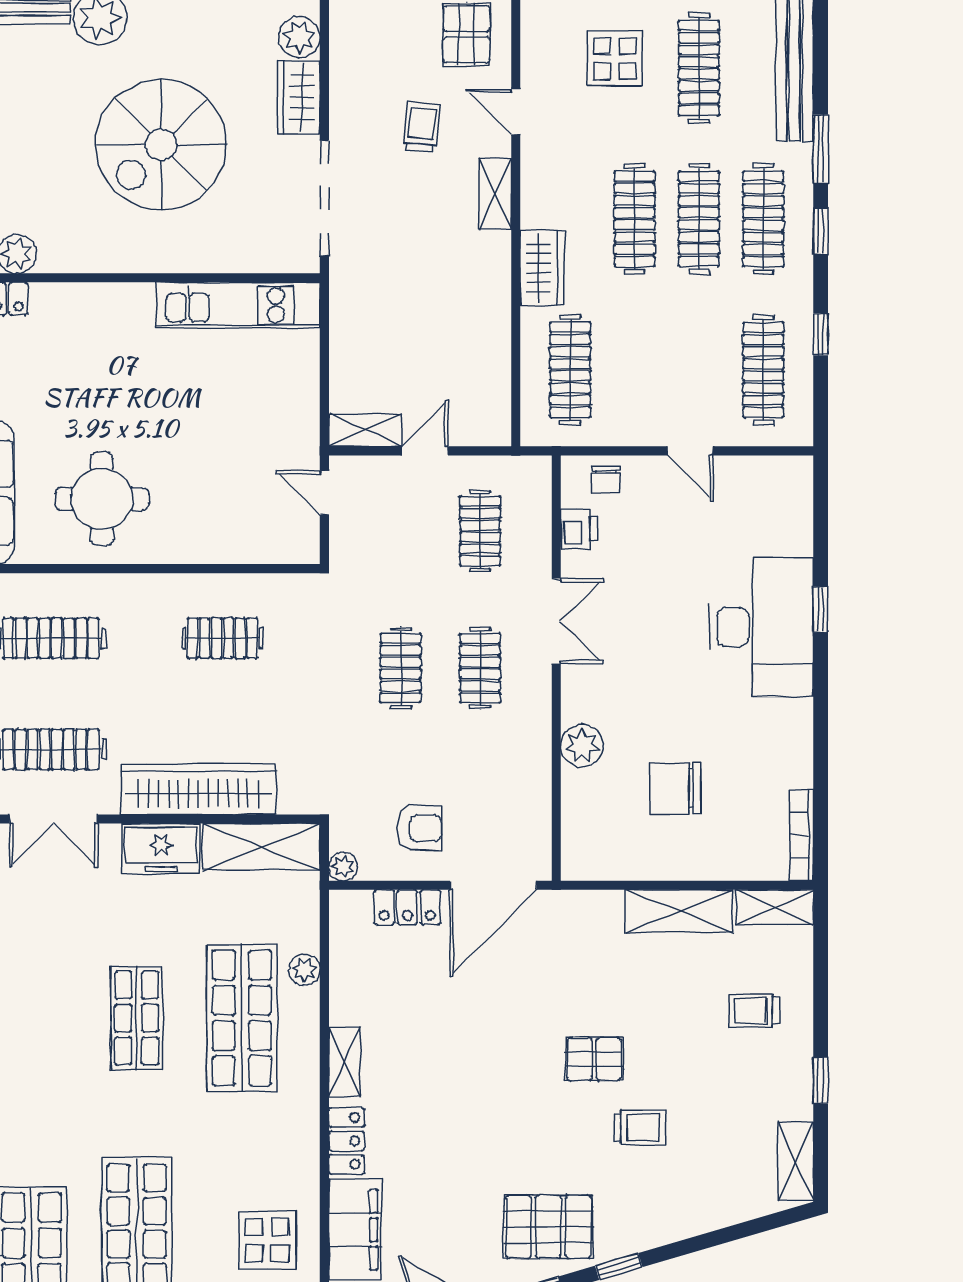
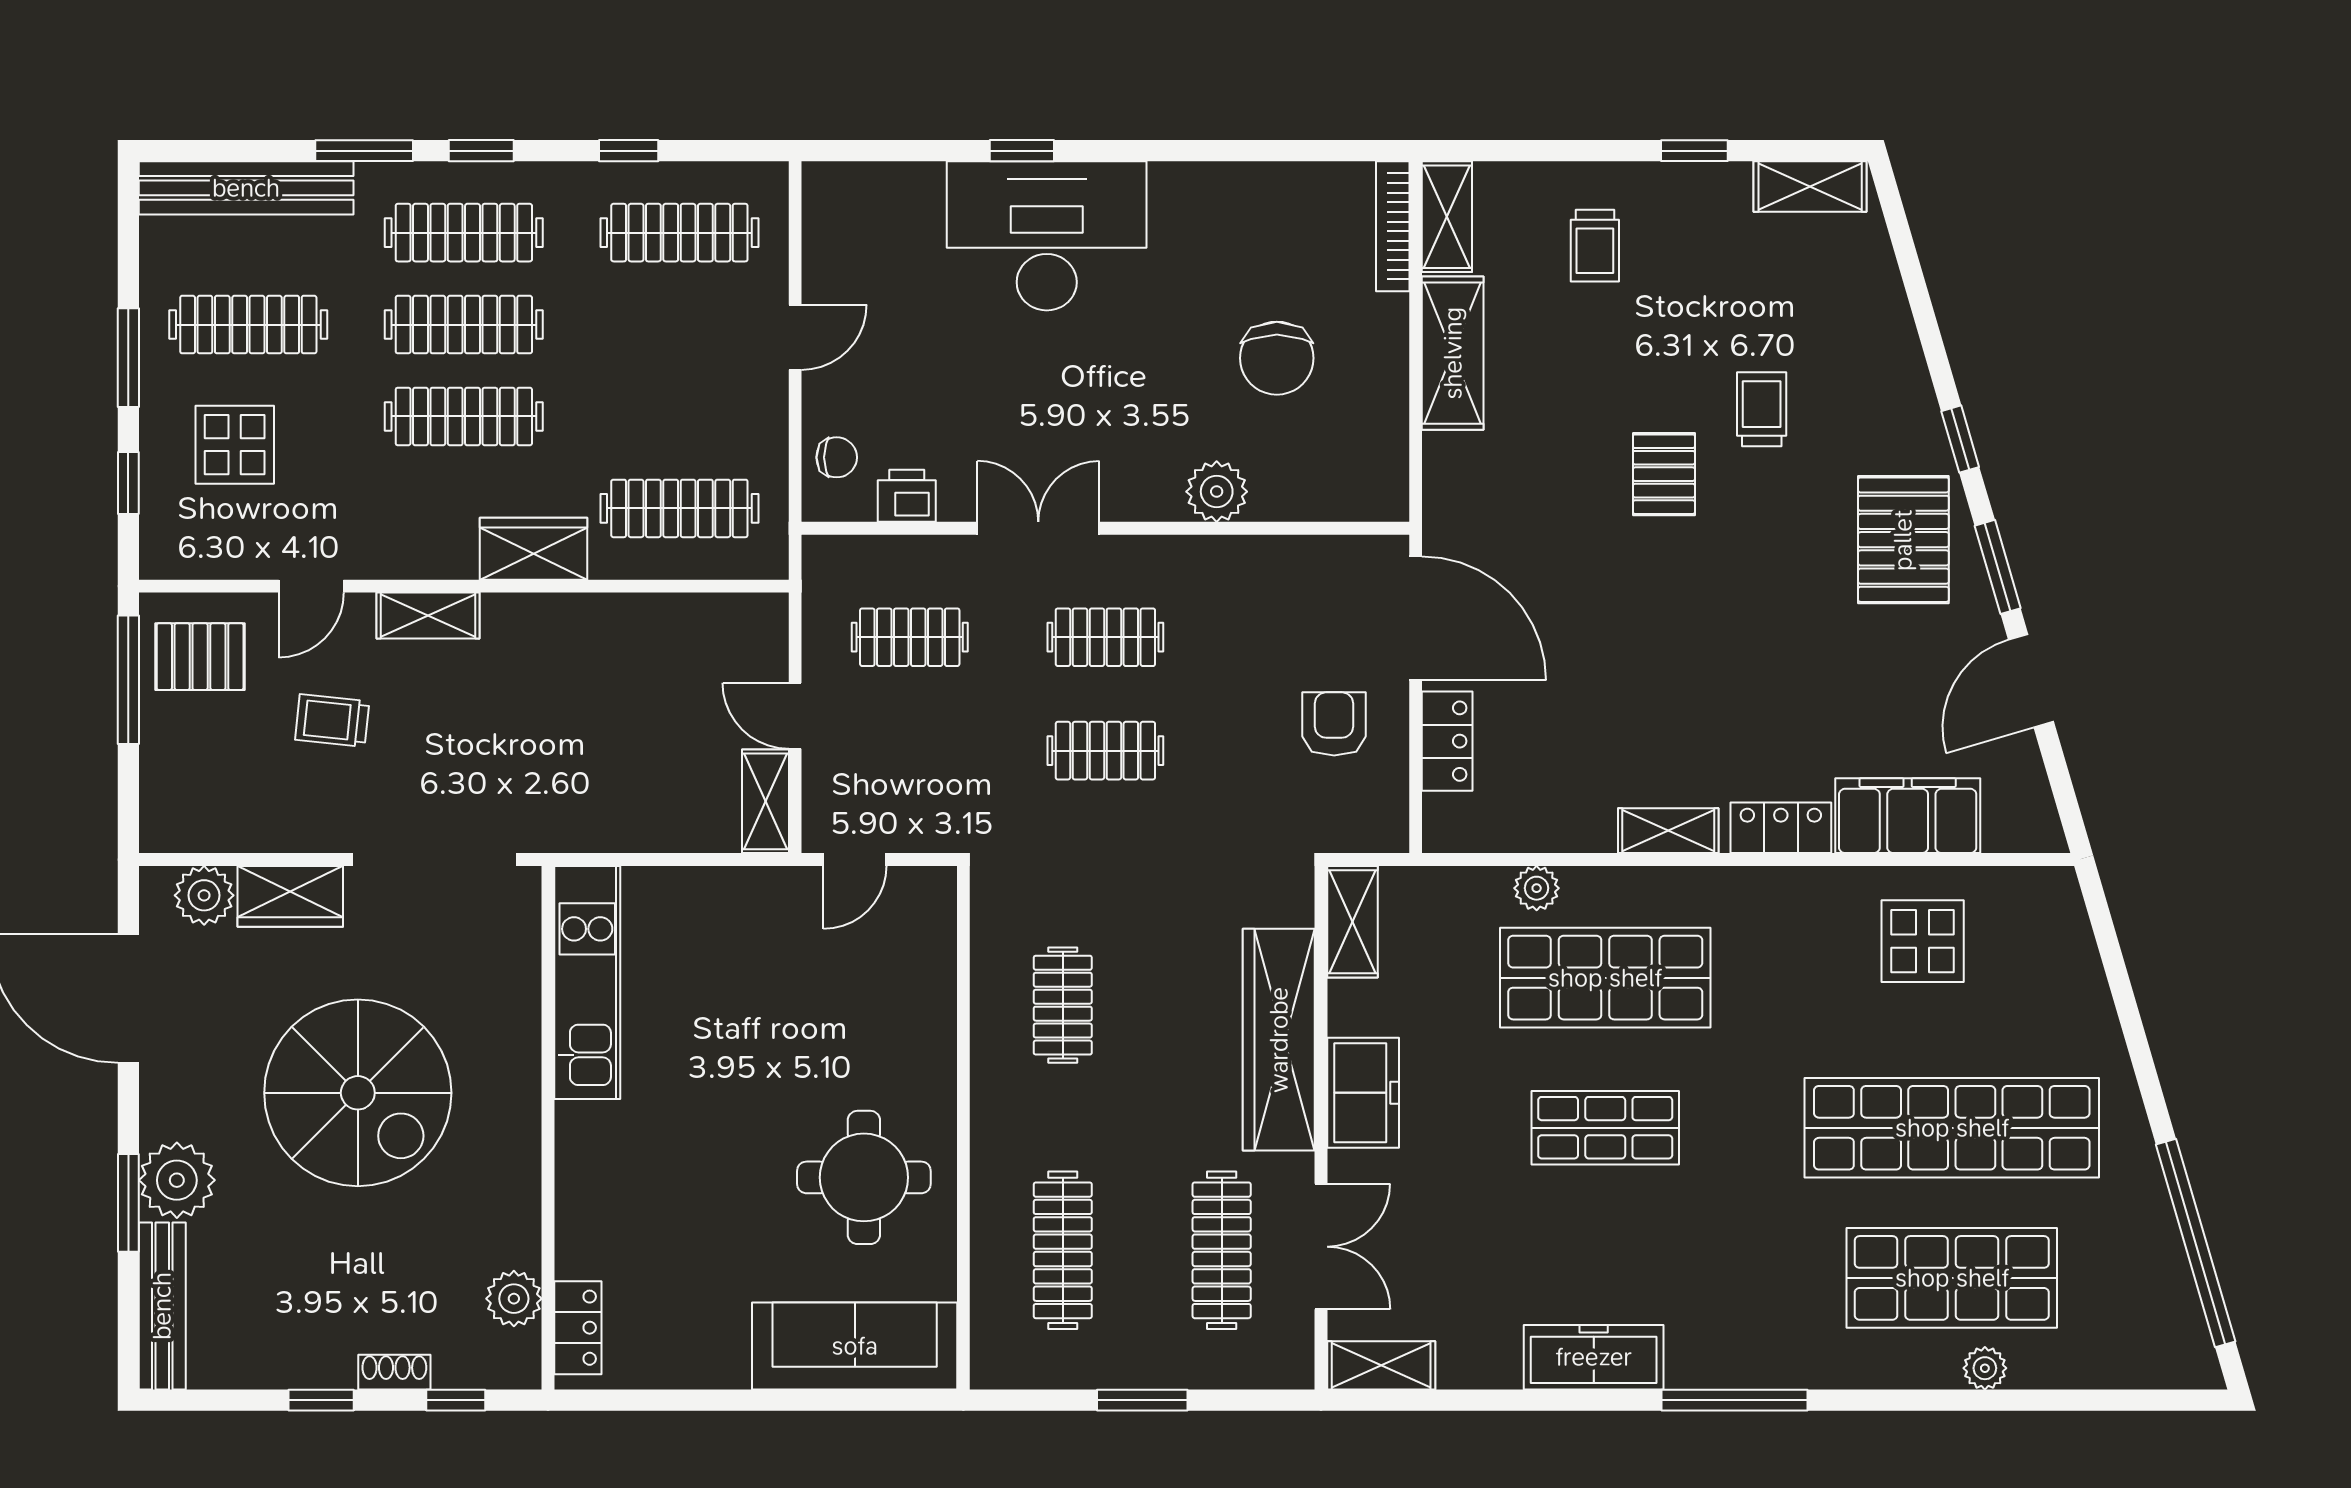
bookcase: (802, 835) -> (1393, 226), moved, turned 90
shelving: (261, 847) -> (1352, 922), width x0.67, depth x0.75
plant: (343, 866) -> (1389, 833), removed

